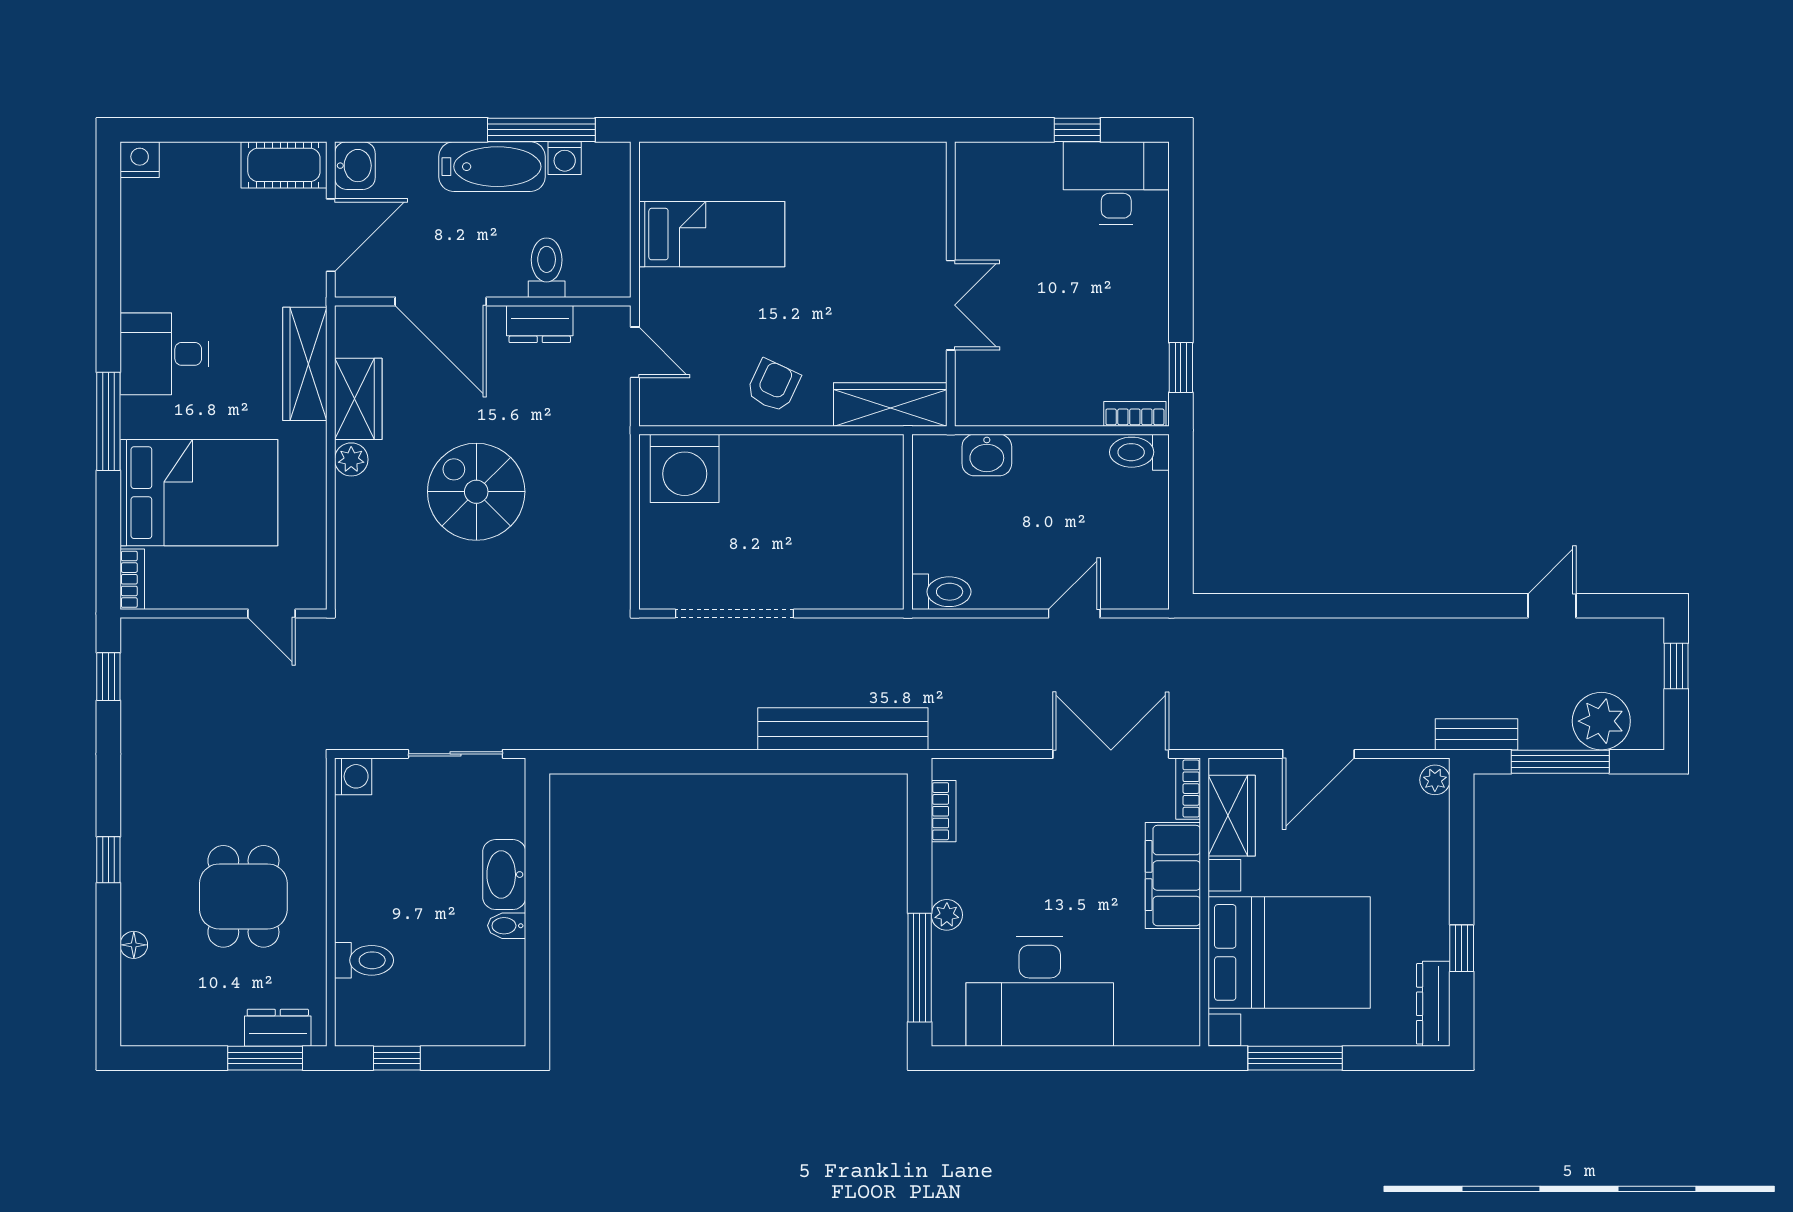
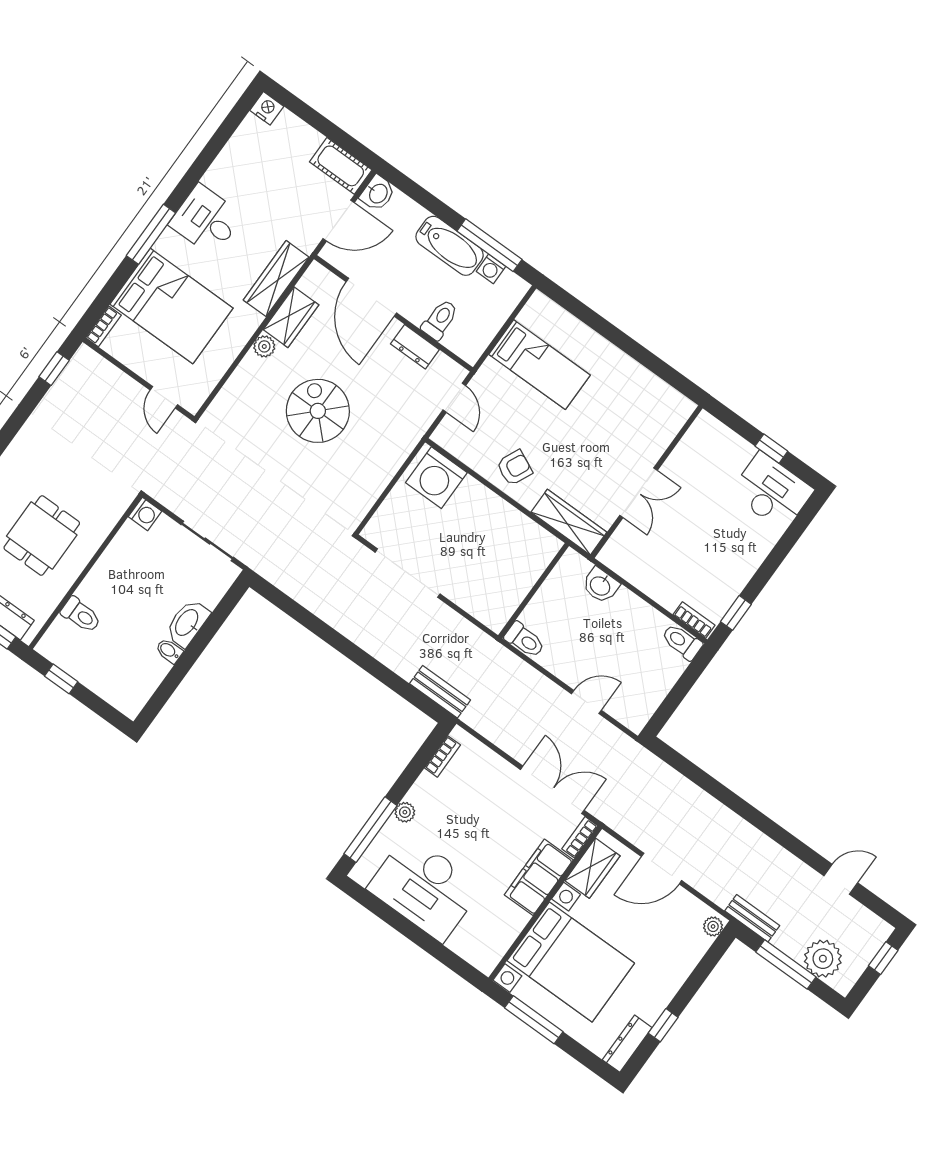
bench: (843, 729) -> (440, 692), width x0.54, depth x0.82

